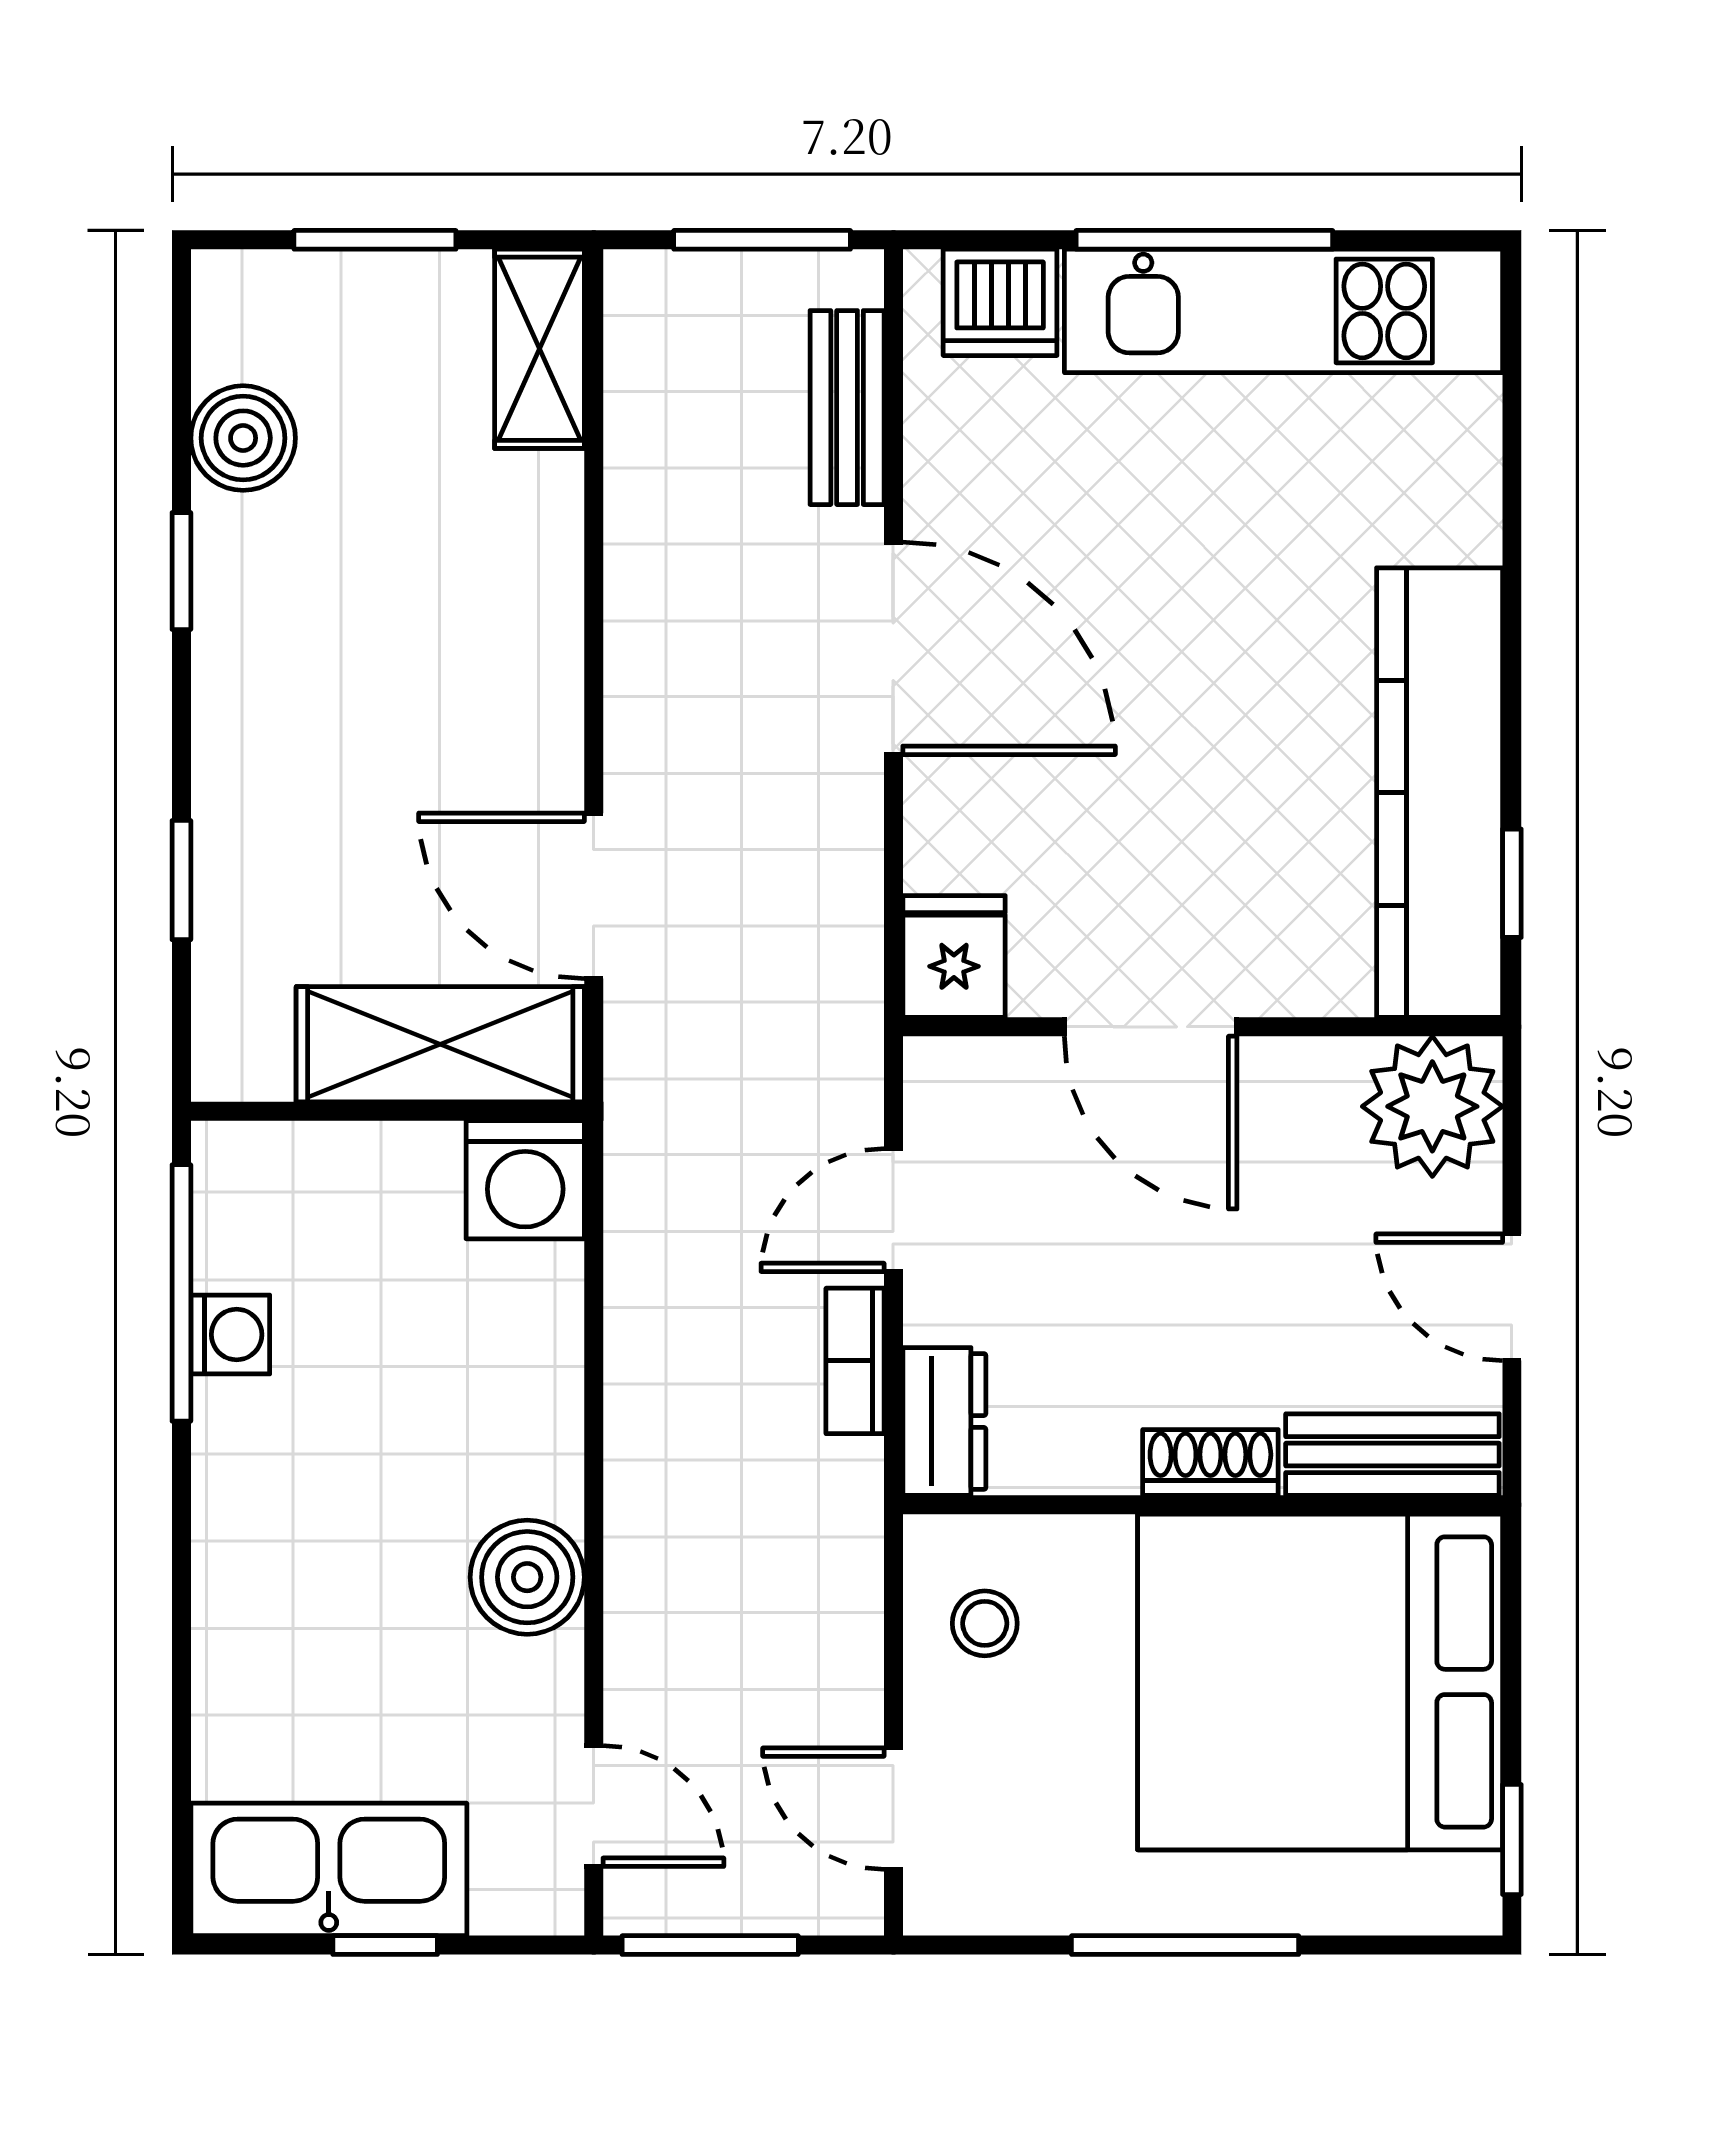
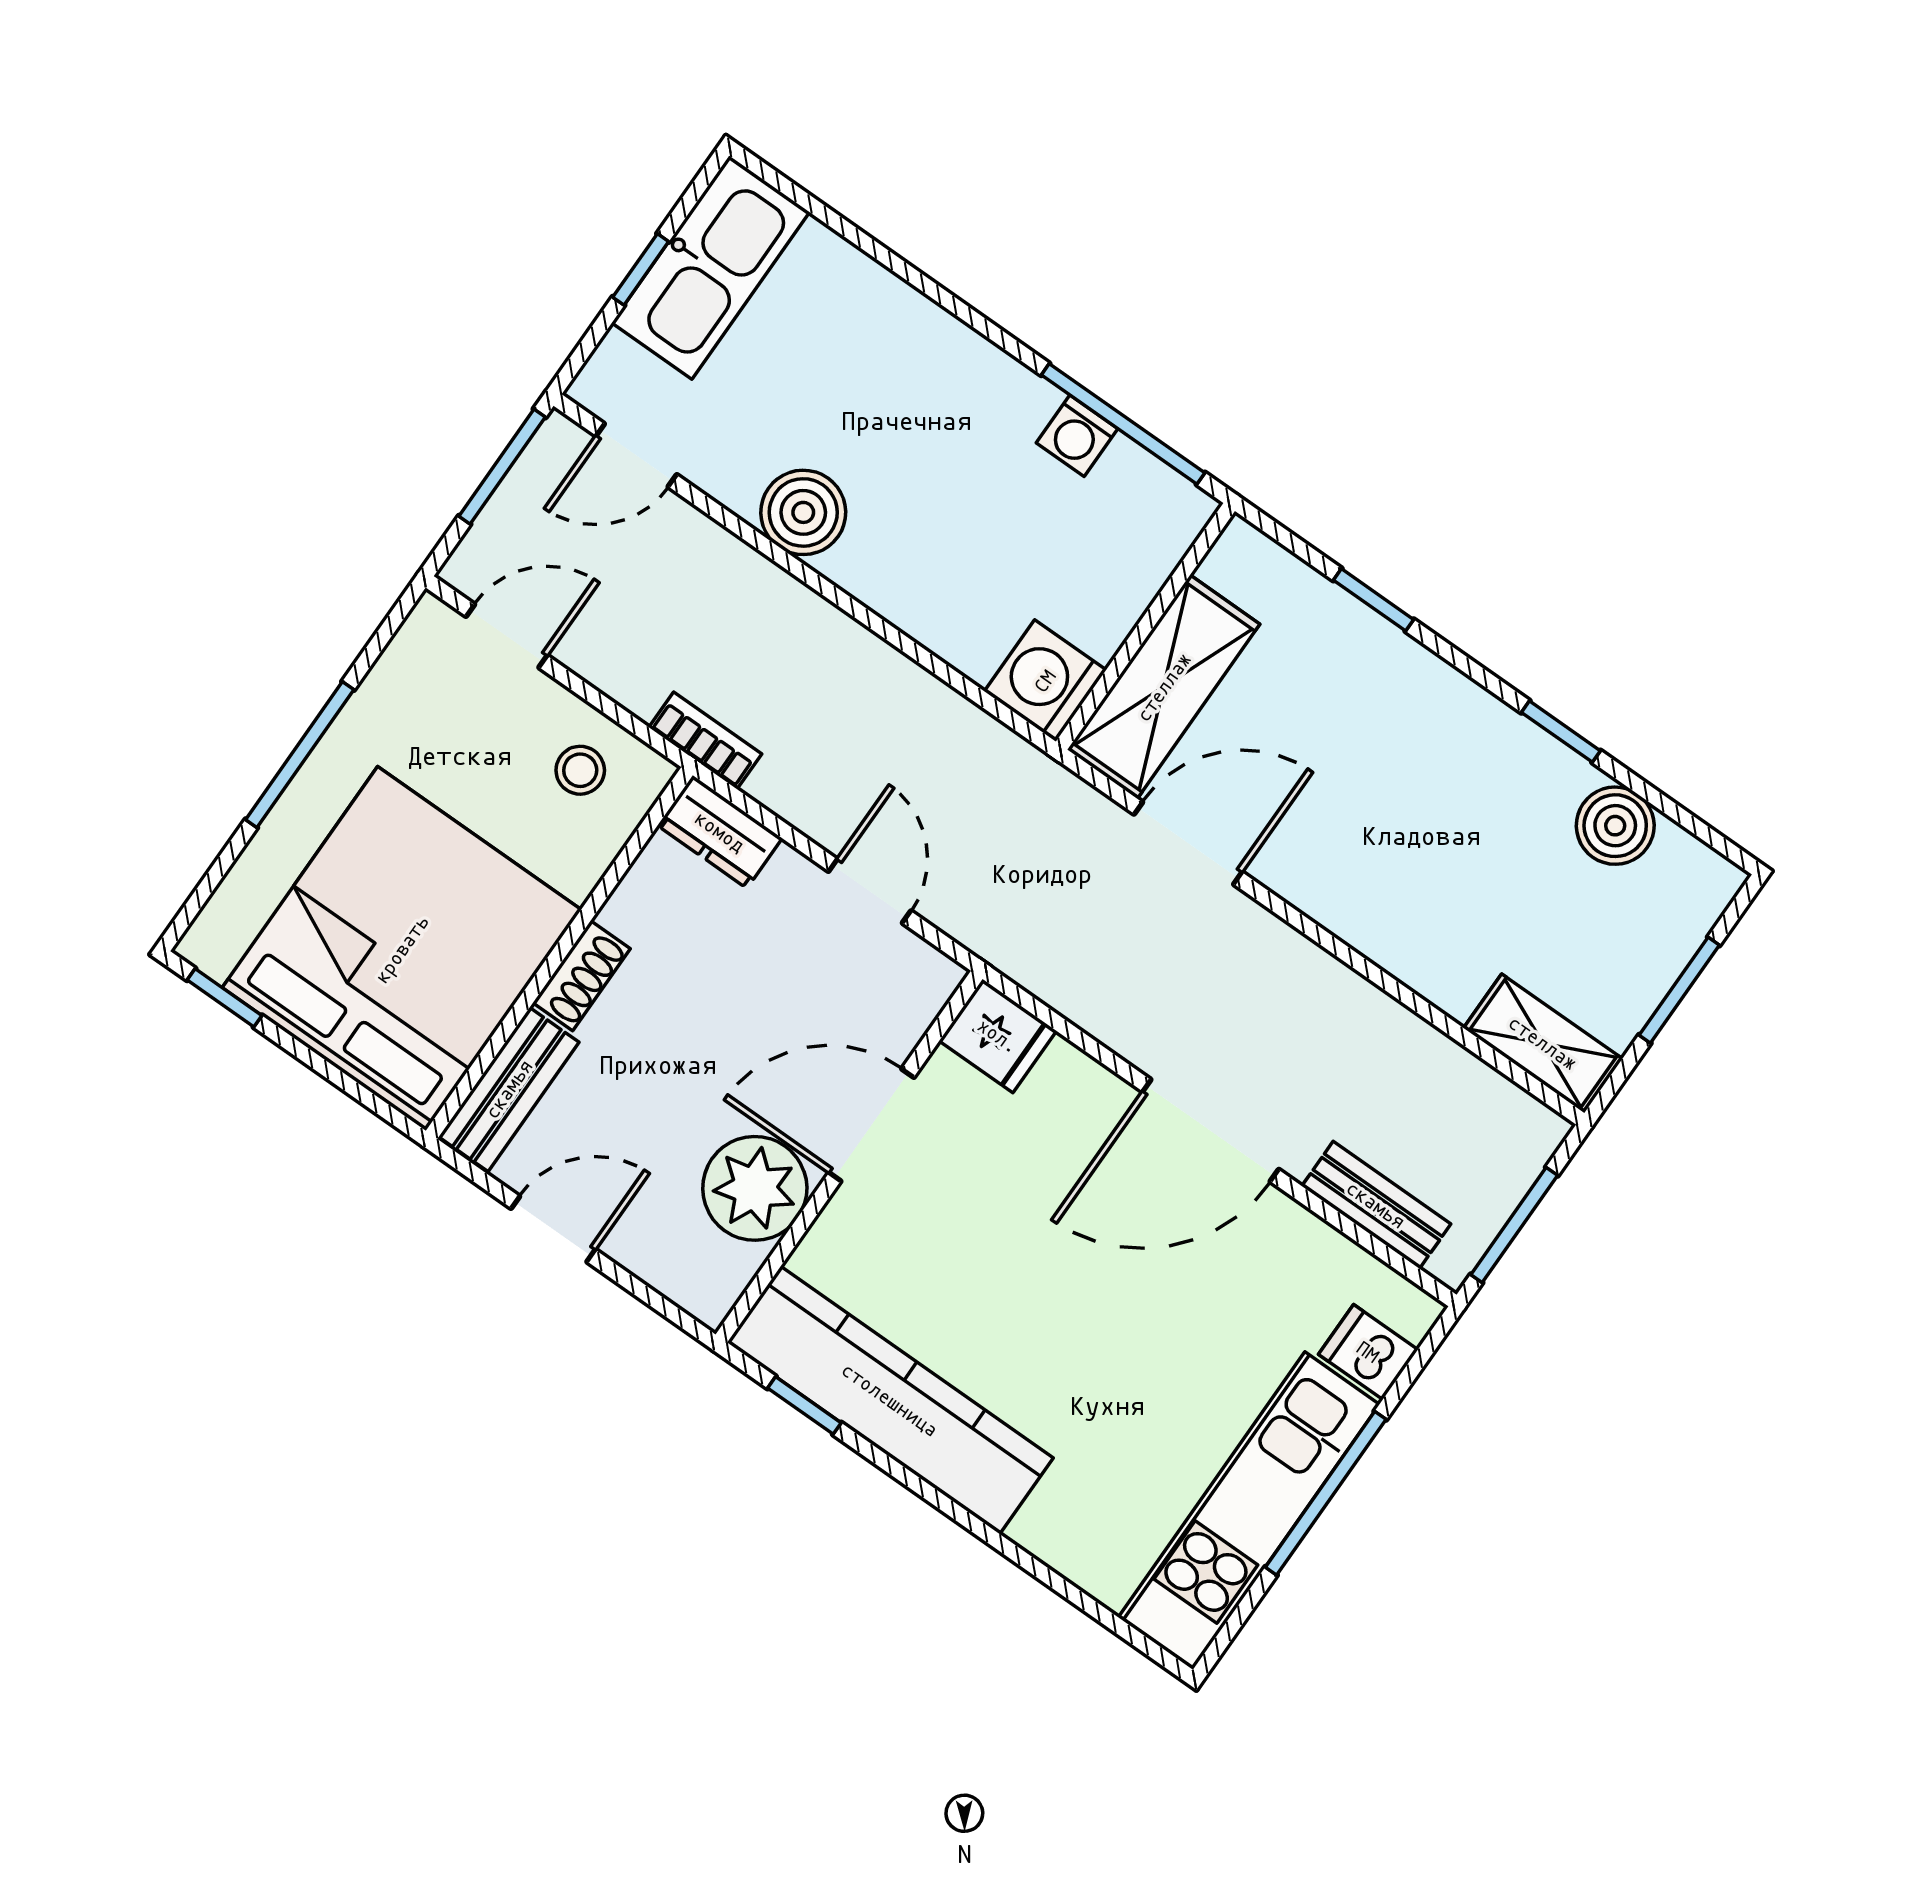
dishwasher: (1000, 302) -> (1368, 1352), width x0.73
plant: (1432, 1106) -> (755, 1188), moved
bookcase: (855, 1361) -> (705, 741), moved

